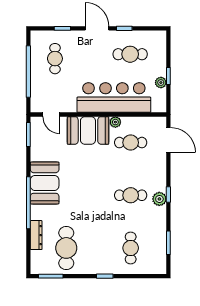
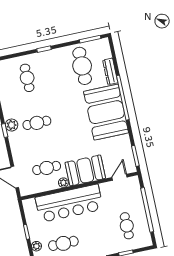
plant: (161, 83) -> (36, 246), moved
door: (51, 115) -> (119, 177), hinge flipped
booth: (45, 183) -> (106, 112), width x1.36, depth x1.42

